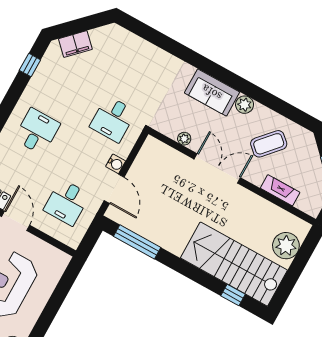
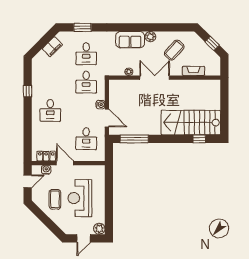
window: (152, 36) -> (83, 27), added
filing cabinet: (75, 44) -> (52, 47), moved
window: (30, 65) -> (28, 91), moved
desk: (136, 77) -> (86, 54), added
desk: (37, 131) -> (50, 110), turned 180
plant: (286, 246) -> (213, 98), removed

